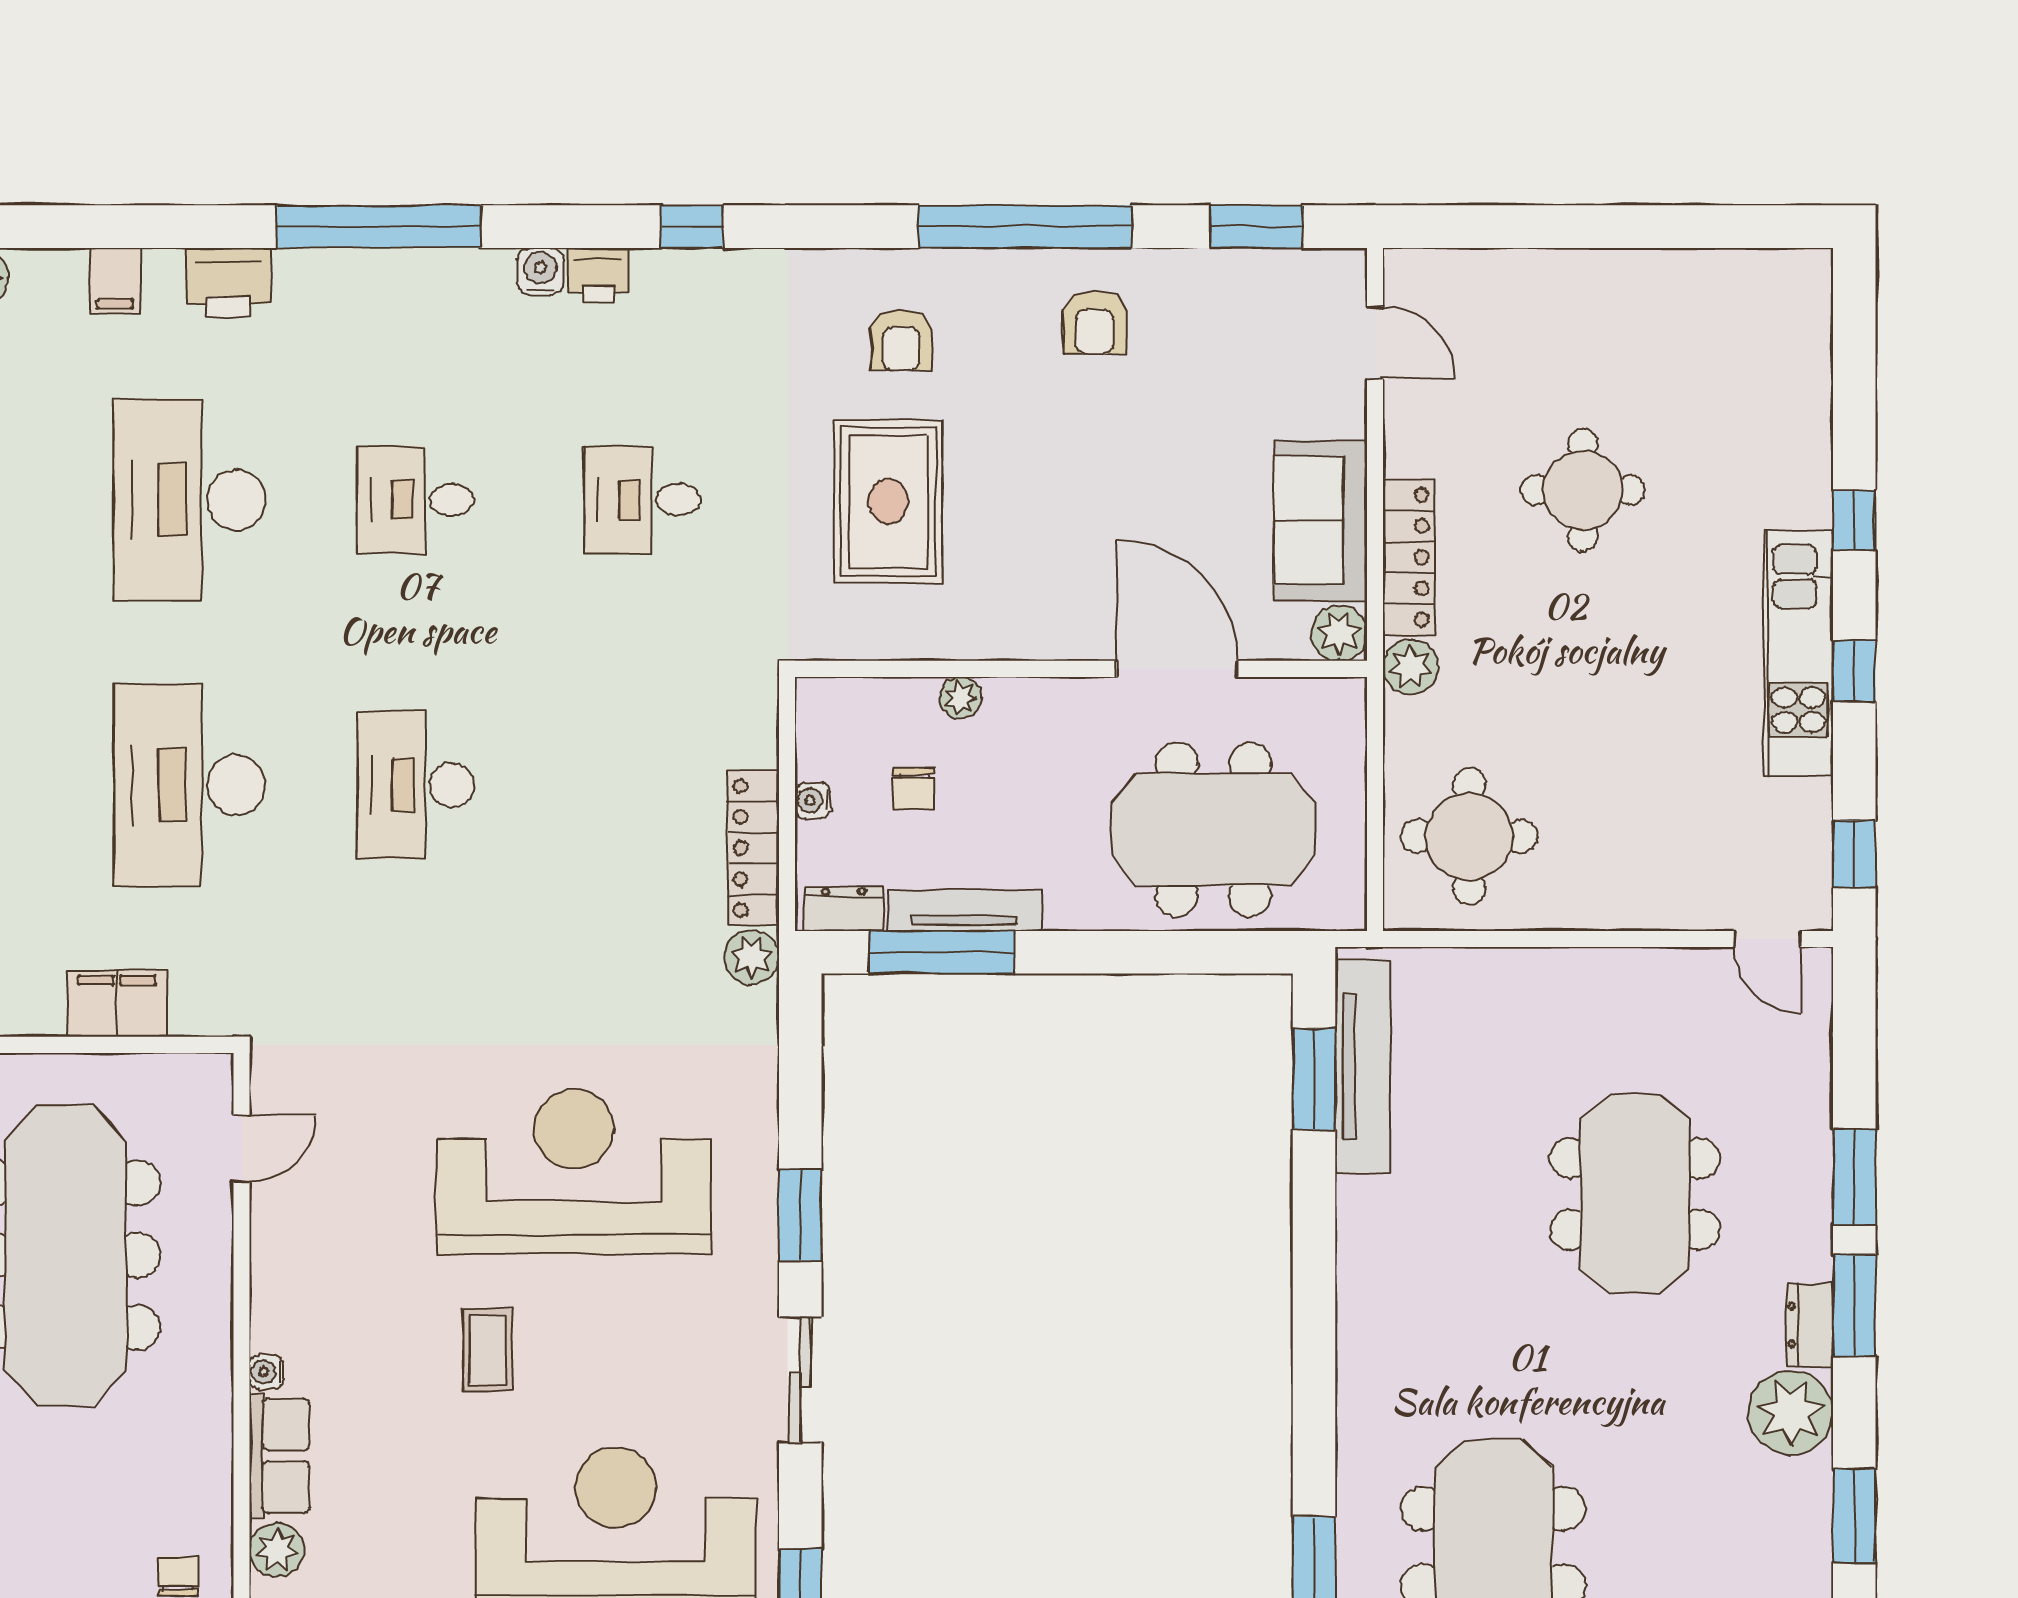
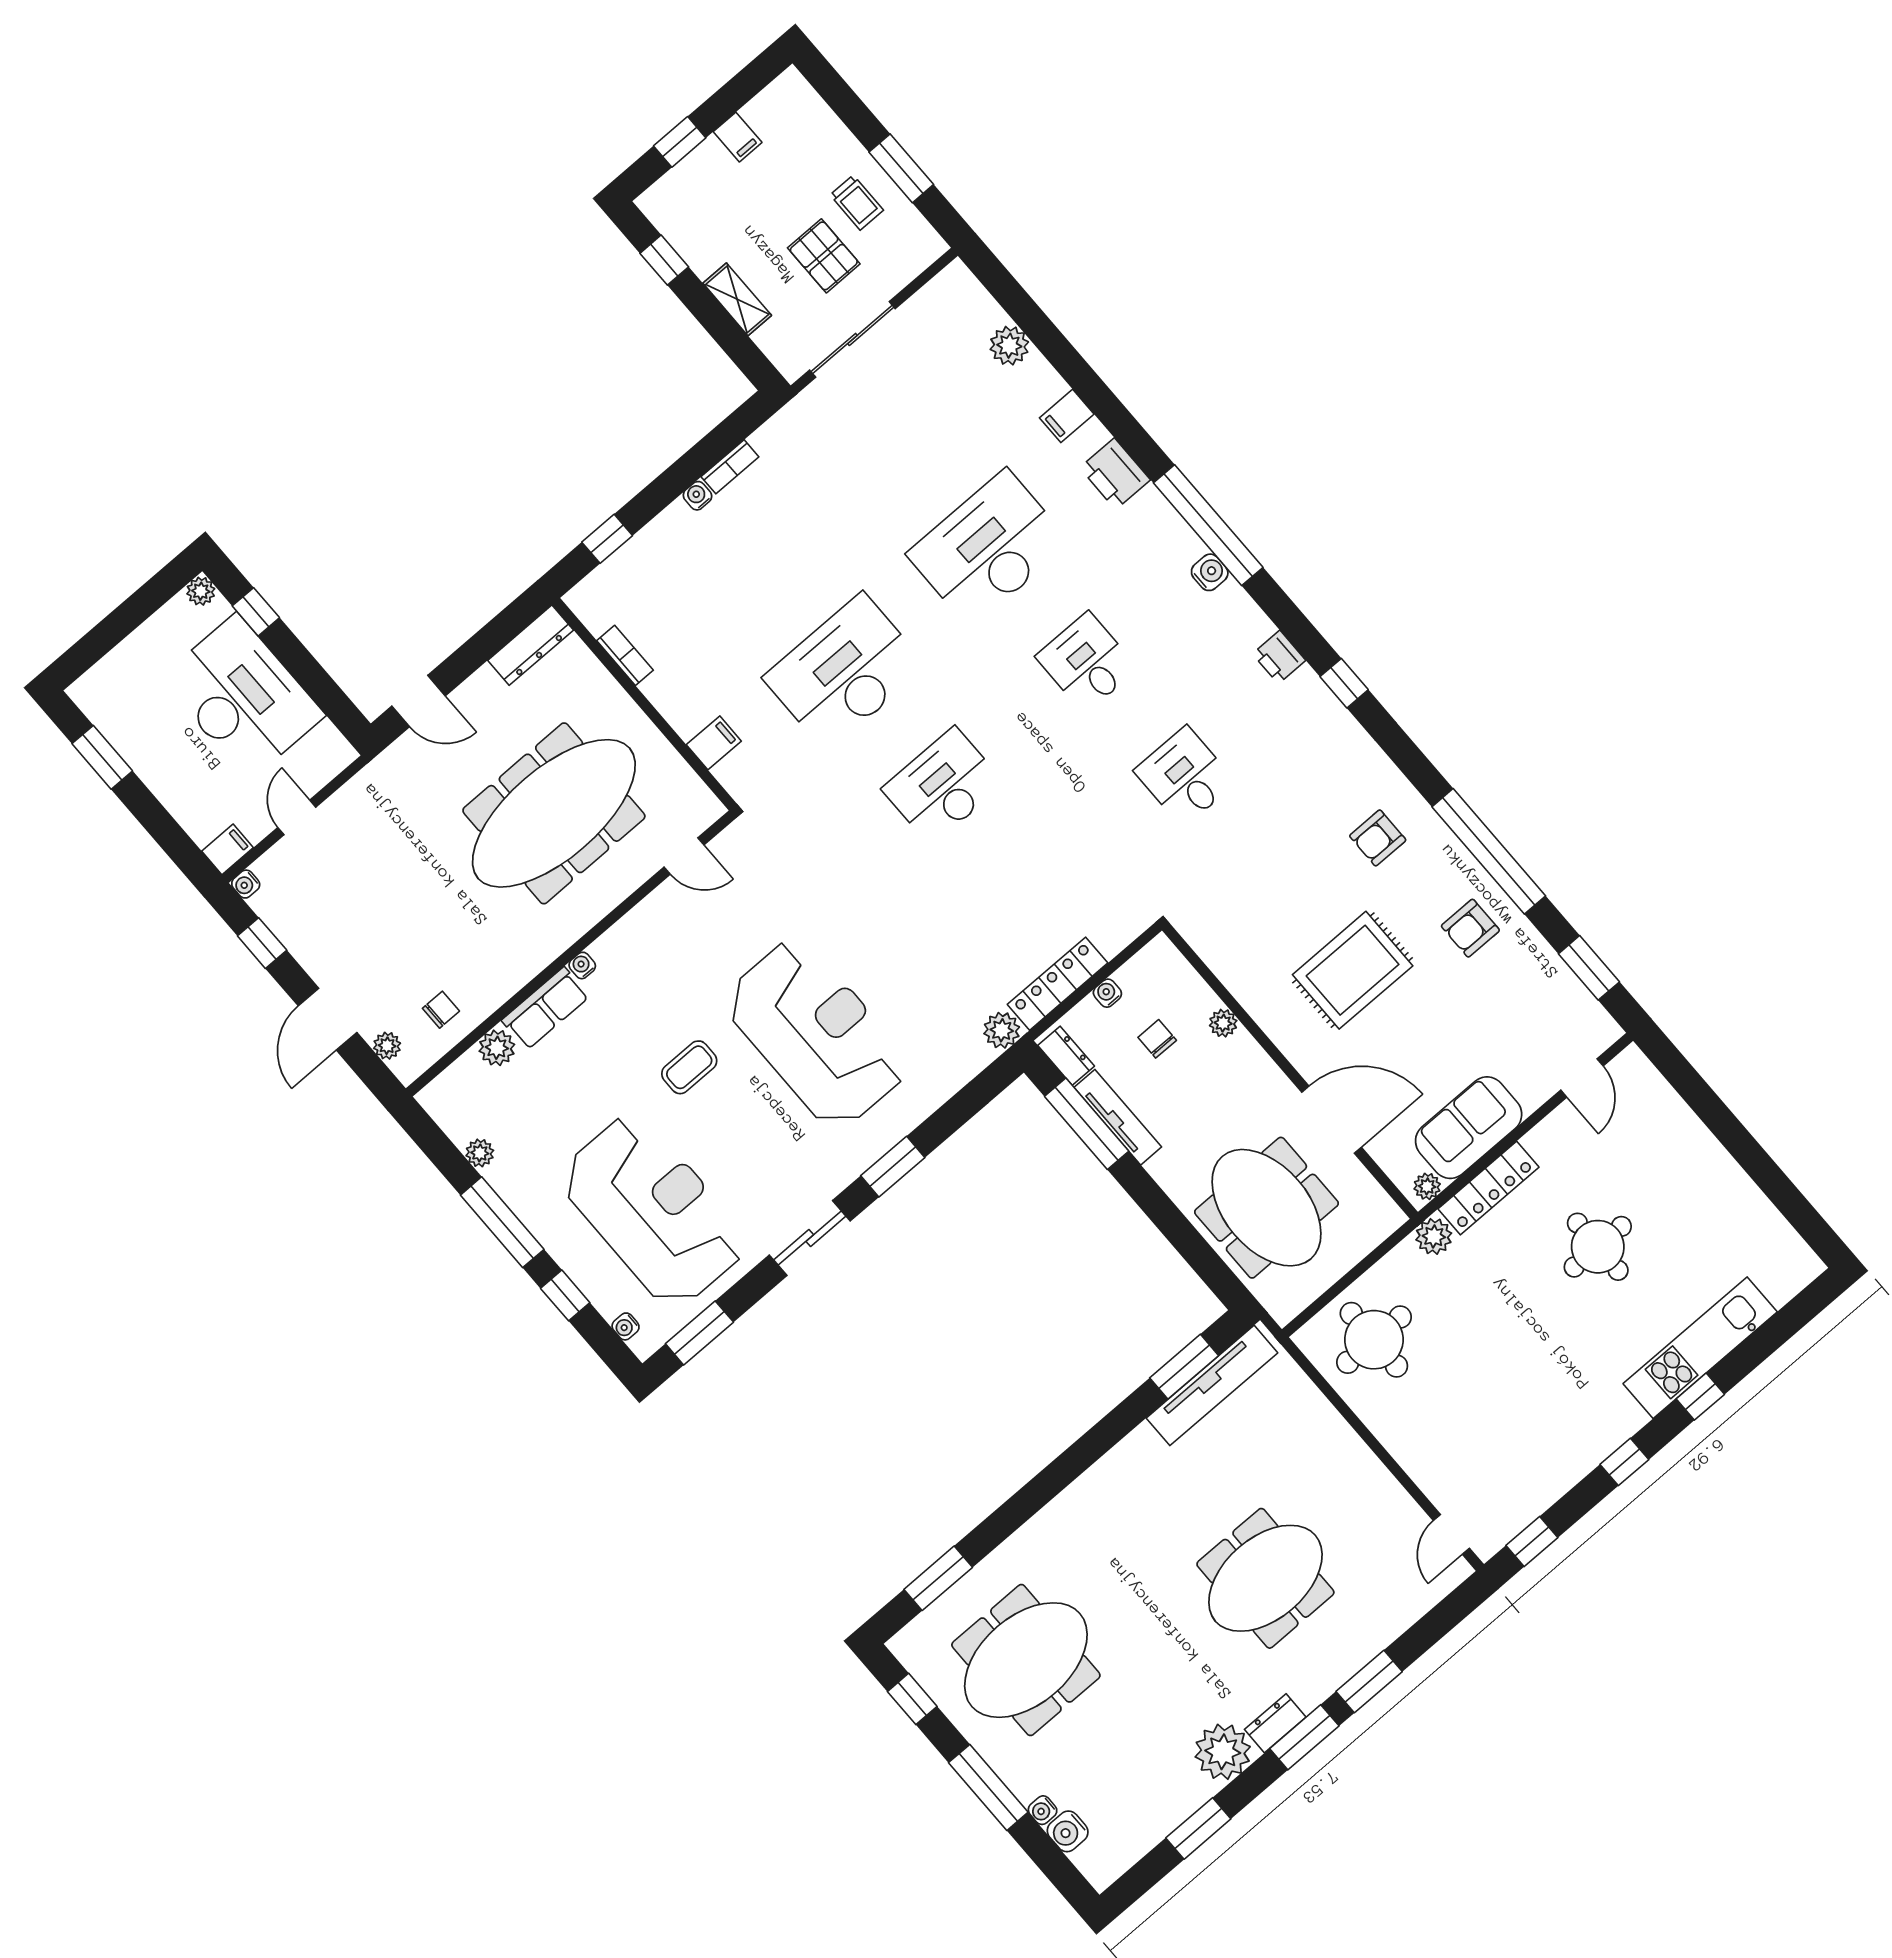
water cooler: (540, 271) -> (1210, 572), moved
rug: (888, 502) -> (1353, 970), moved
plant: (1339, 633) -> (1427, 1186), width x0.73, depth x0.73
kitchen unit: (1798, 653) -> (1700, 1348), moved
door: (1177, 669) -> (1332, 1120), hinge flipped
chair: (914, 788) -> (1157, 1039), turned 90
filing cabinet: (117, 1004) -> (714, 743), width x0.50

